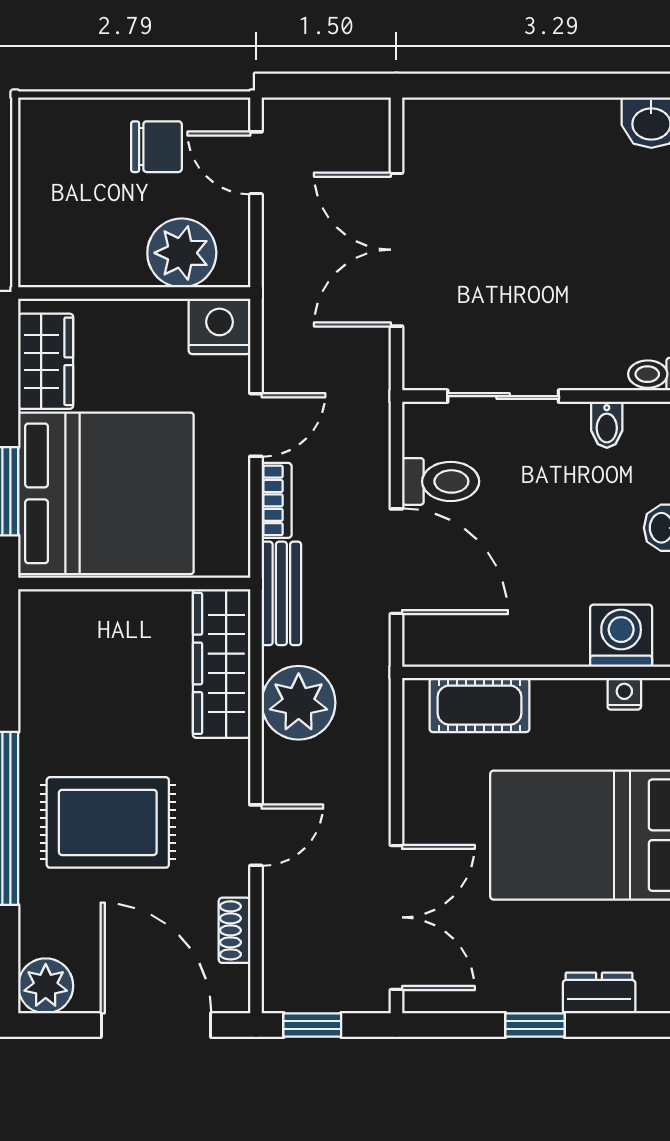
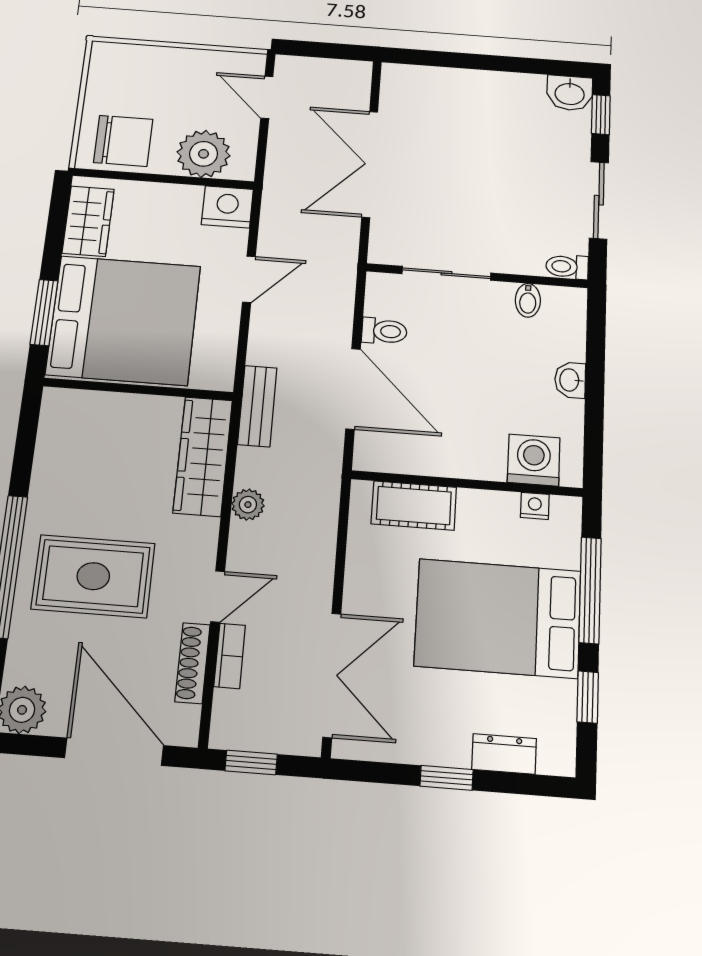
chair: (156, 147) -> (123, 141), moved, width x1.37, depth x1.37
toilet: (441, 481) -> (384, 331), width x0.73, depth x0.72
bookcase: (277, 500) -> (230, 656), moved
plant: (299, 703) -> (248, 505), width x0.53, depth x0.53
shoe rack: (235, 930) -> (193, 663), width x1.43

